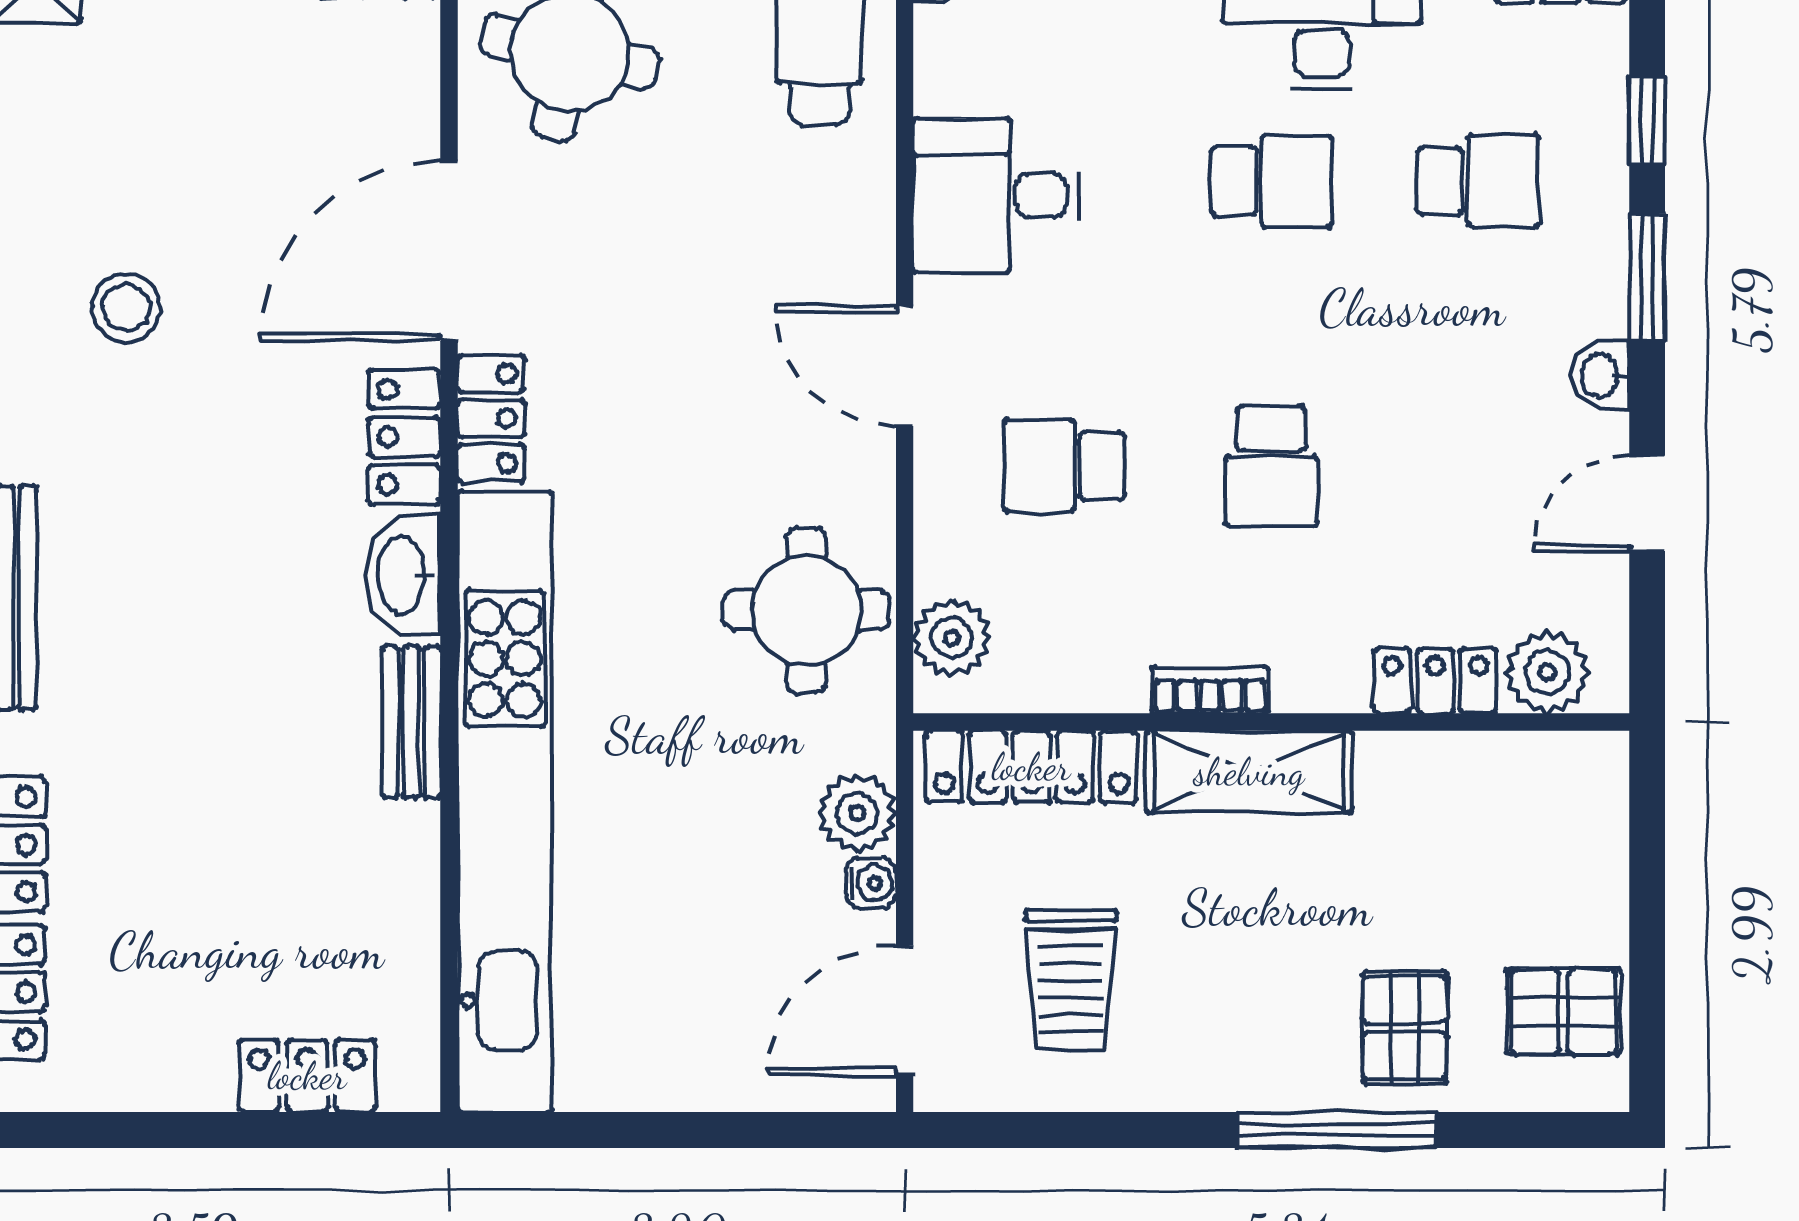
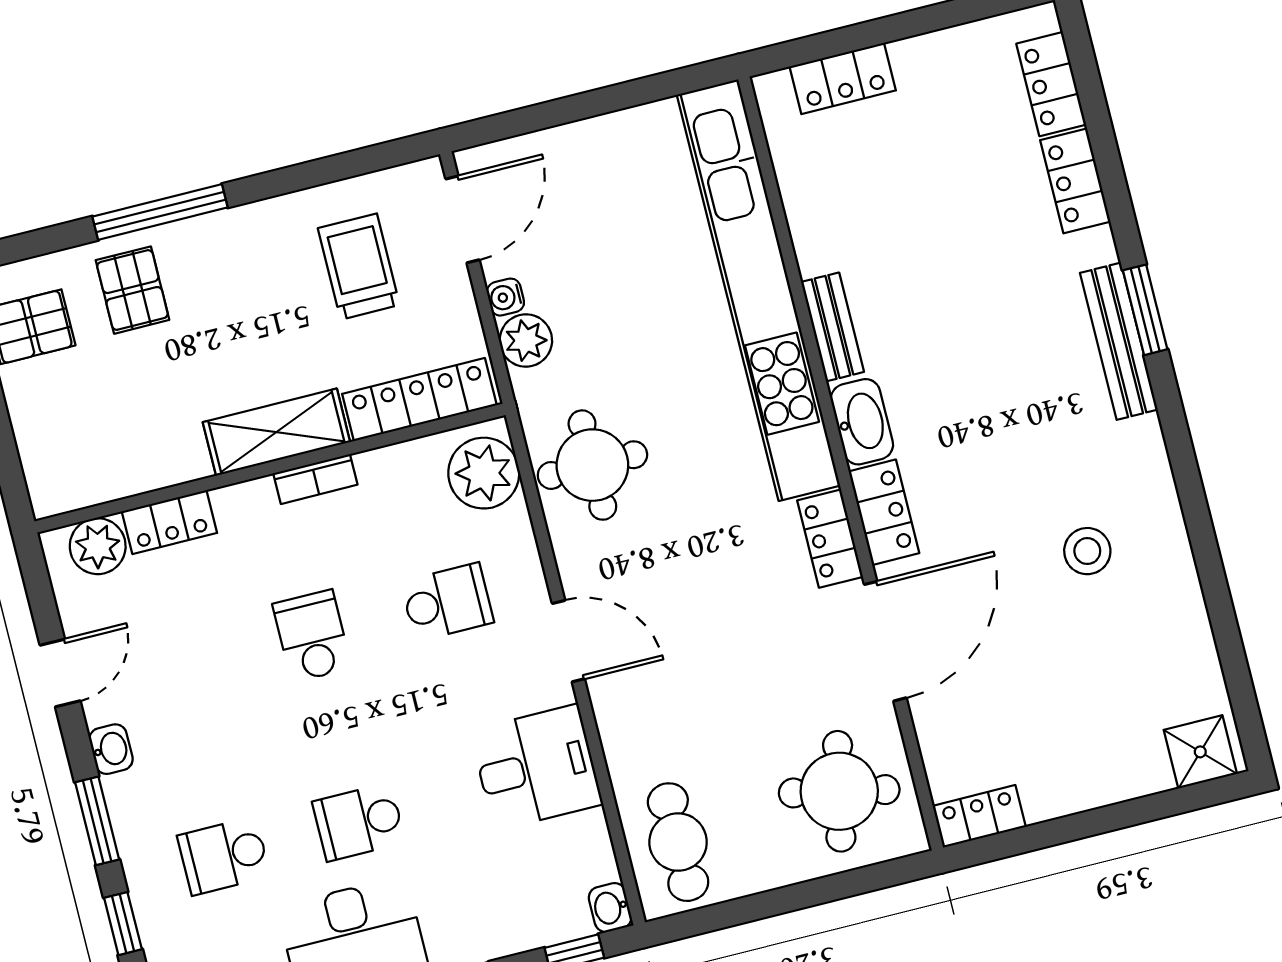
plant: (952, 638) -> (484, 473), width x1.36, depth x1.36

